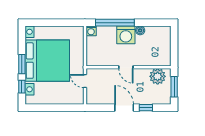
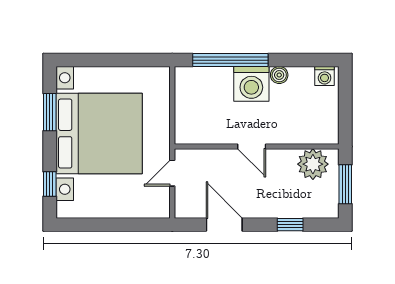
washing machine: (91, 31) -> (325, 76), moved
window: (22, 64) -> (50, 112), moved
door: (85, 81) -> (172, 173), hinge flipped
door: (124, 108) -> (224, 225), moved

